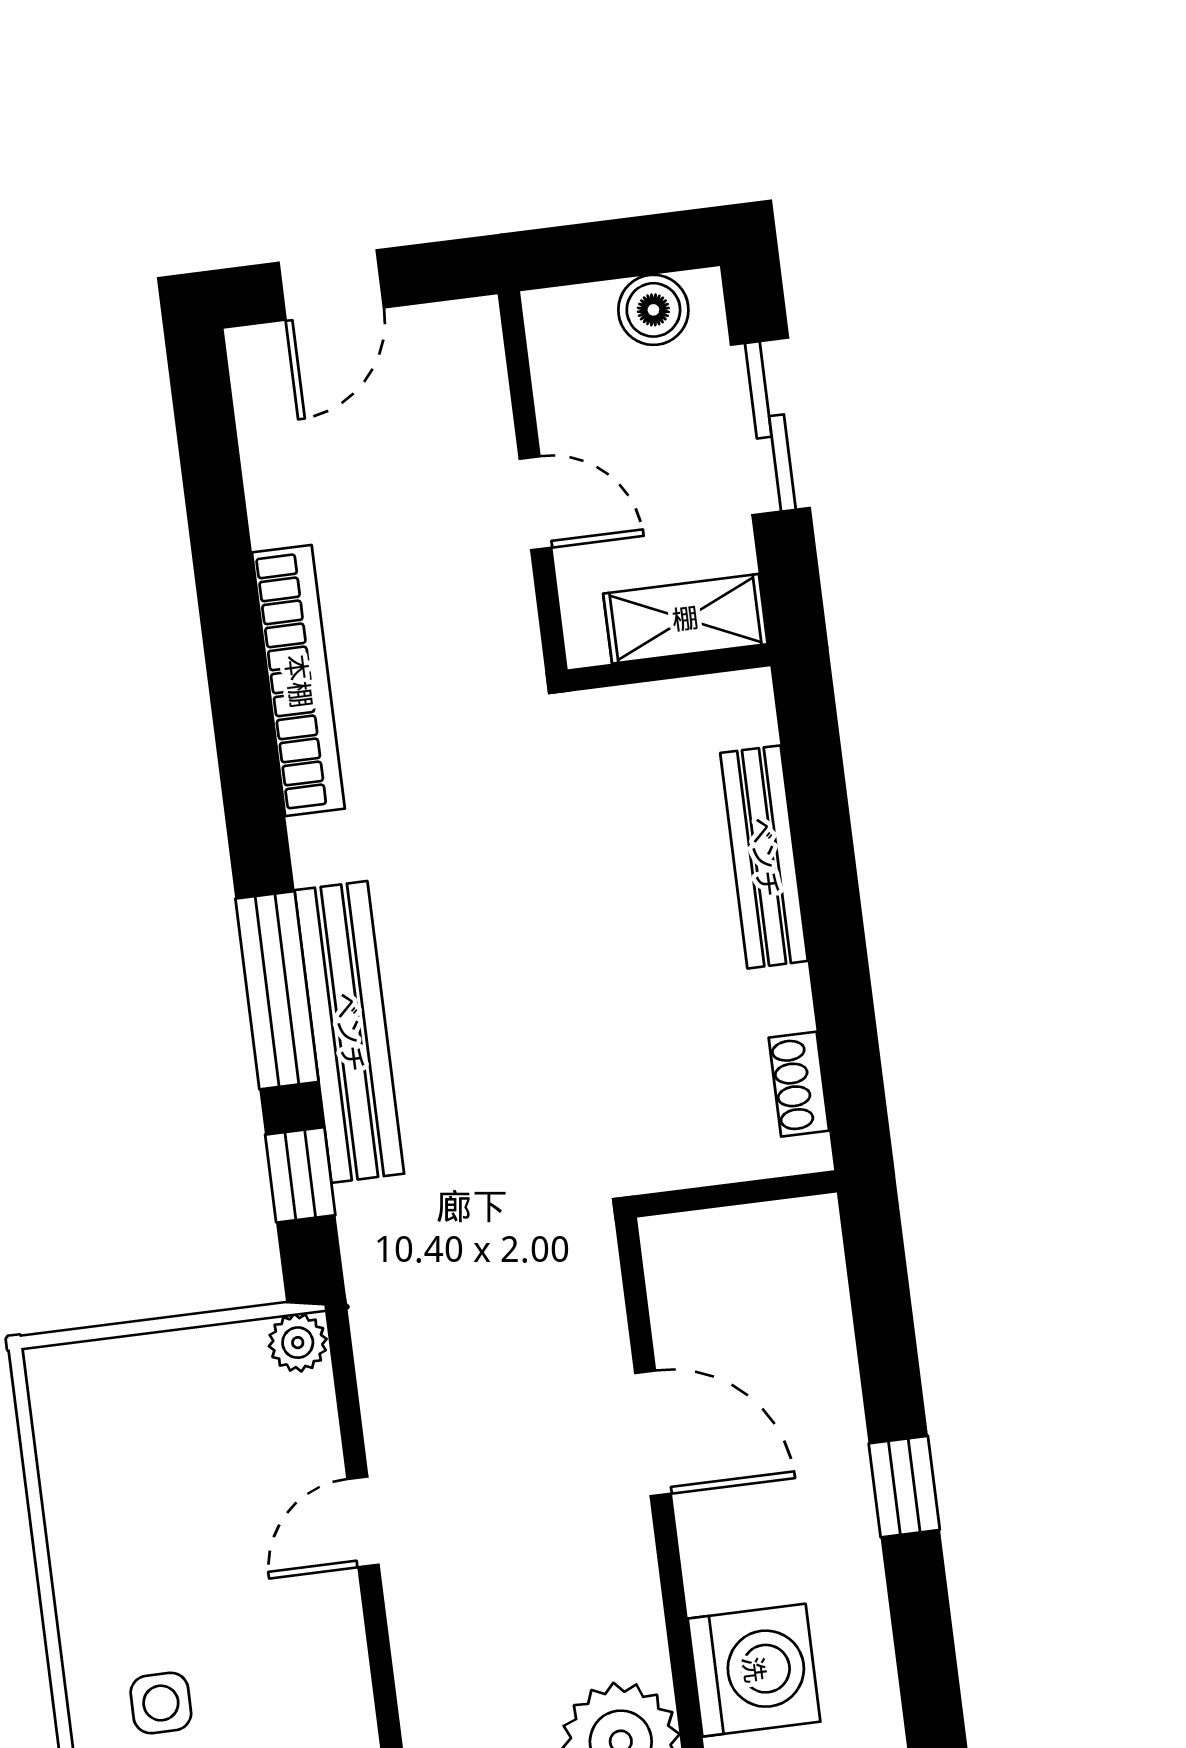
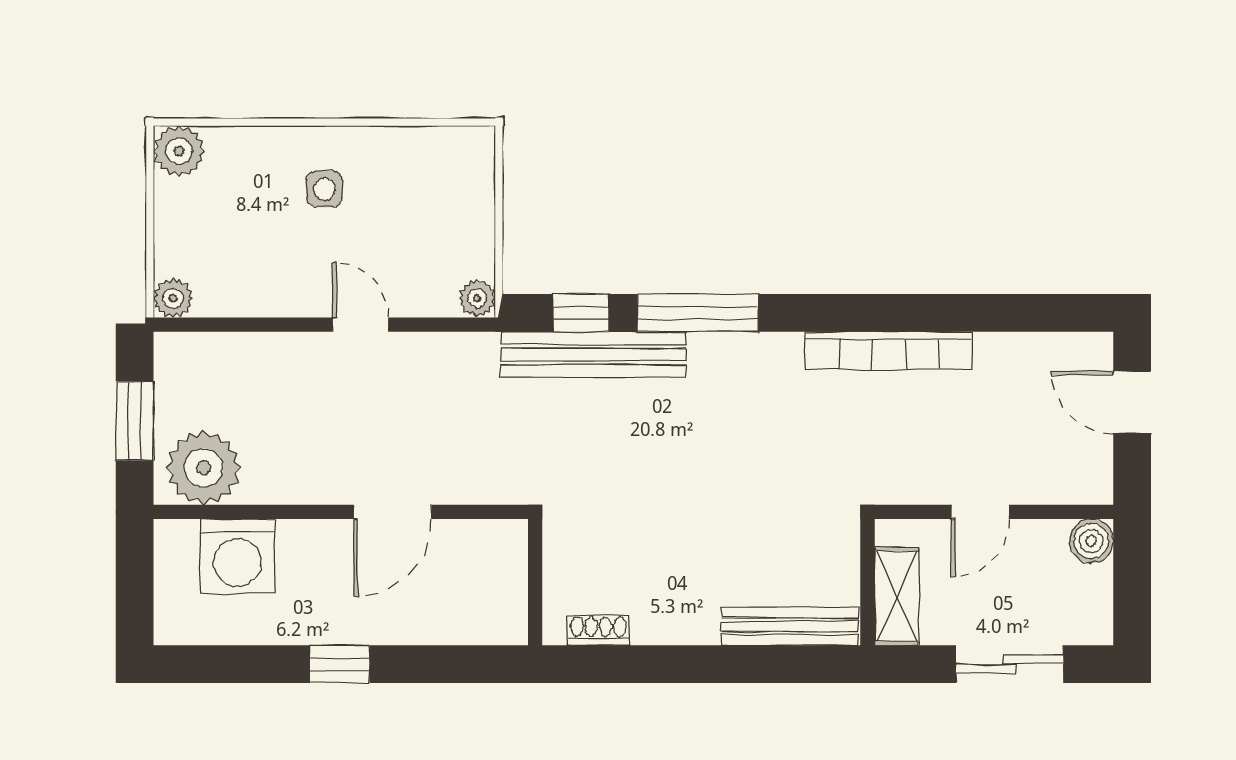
boiler: (653, 310) -> (1091, 541), moved
bench: (764, 857) -> (790, 626), moved
bench: (349, 1032) -> (593, 355), moved
side table: (161, 1703) -> (325, 189), moved

